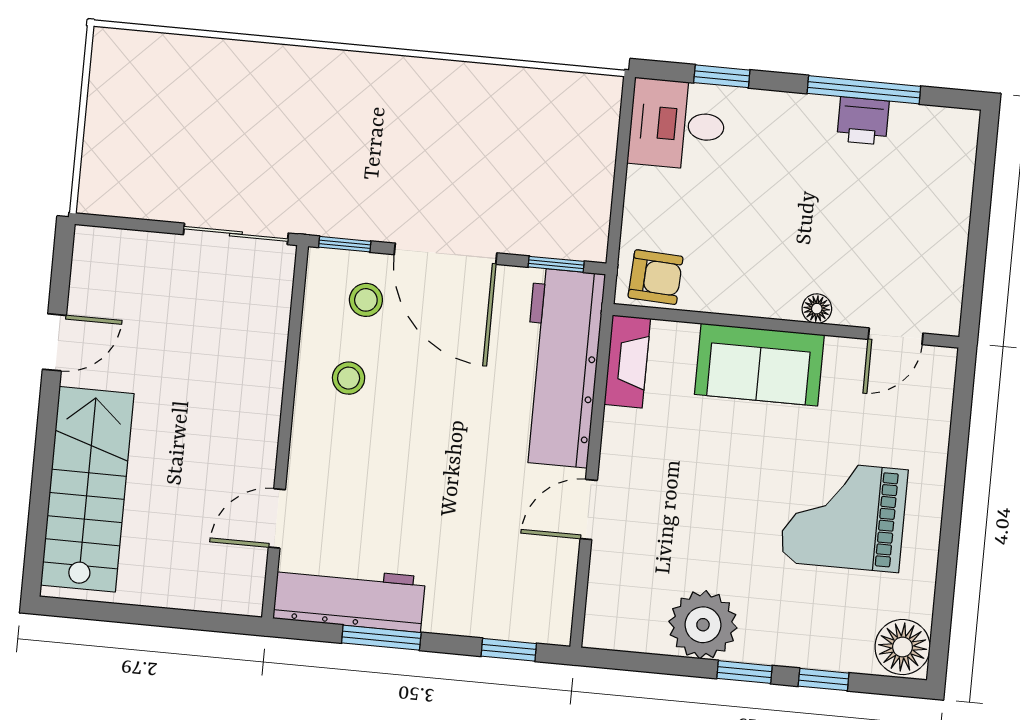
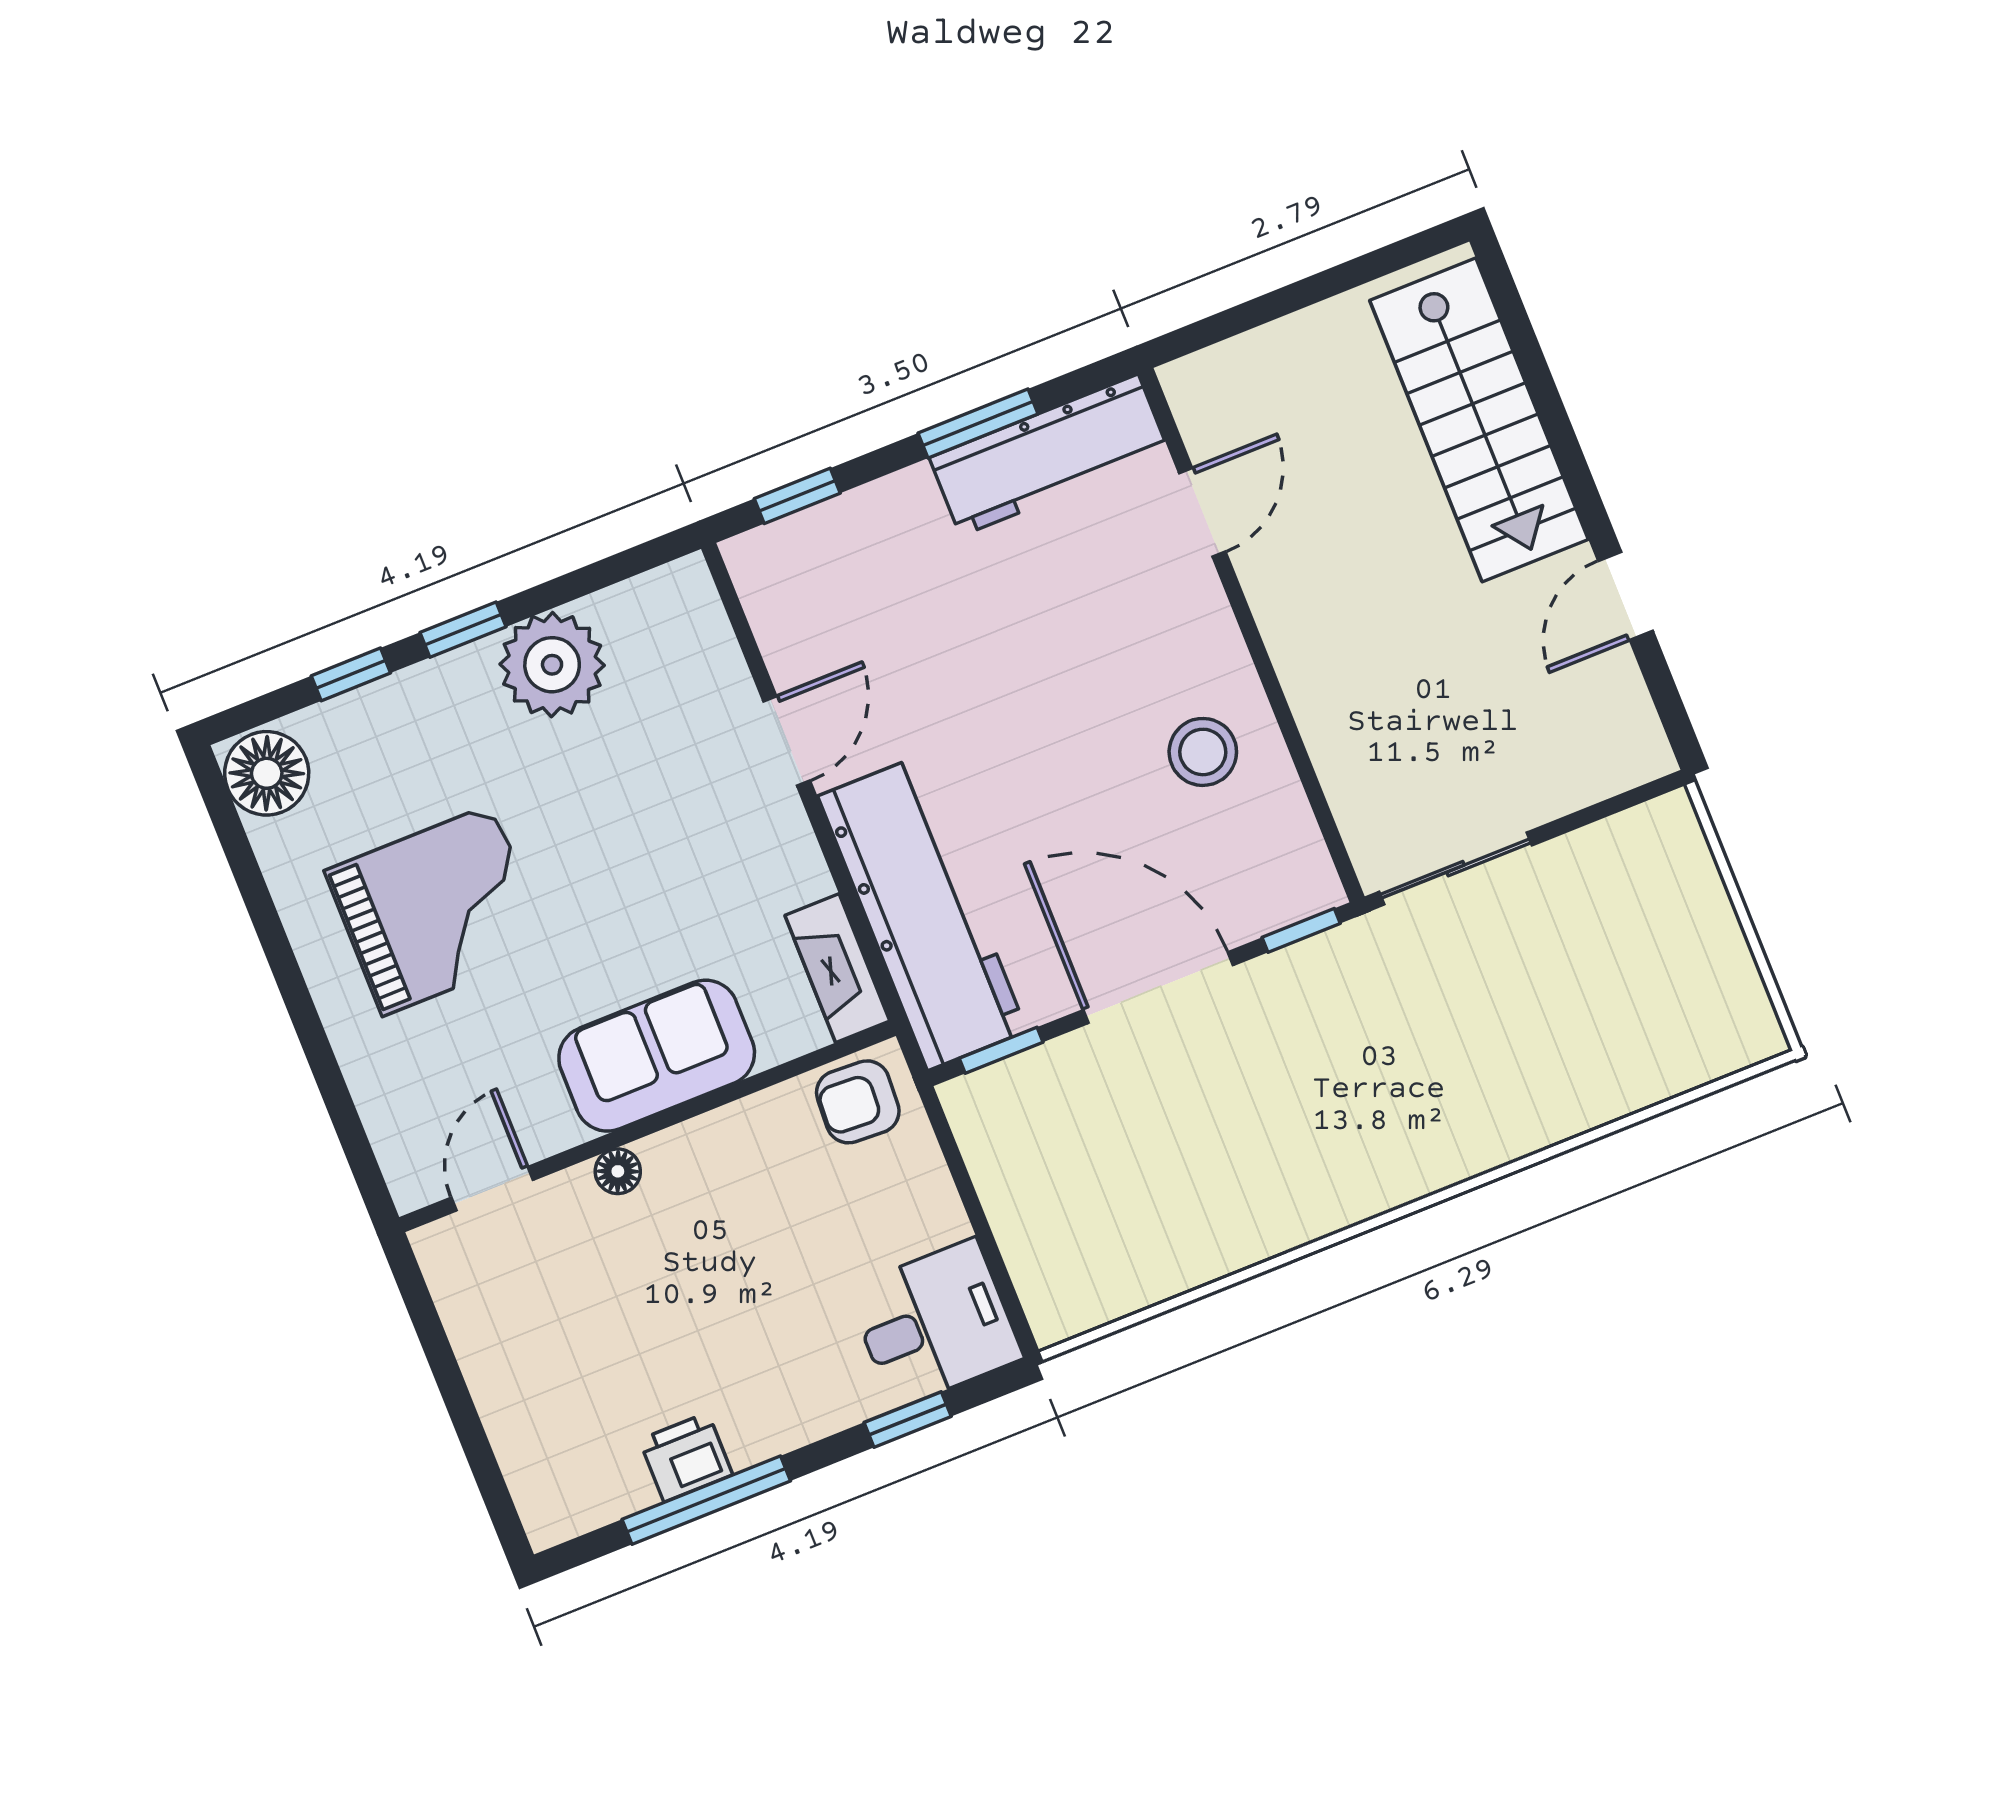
stool: (366, 300) -> (1234, 870), removed
stool: (349, 378) -> (1203, 752), width x1.37, depth x1.37

